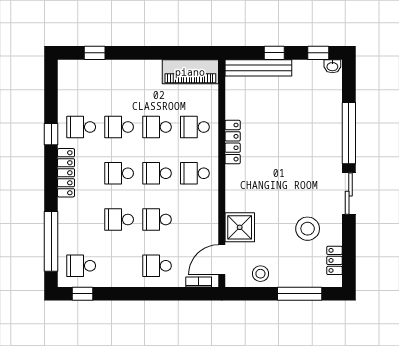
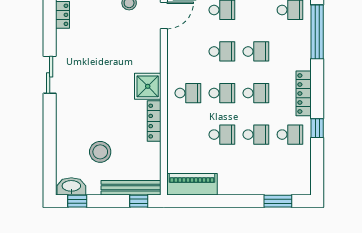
window: (95, 53) -> (278, 201), width x1.50
window: (274, 53) -> (139, 201), moved
washbasin: (332, 66) -> (71, 186), width x1.91, depth x1.45
school desk: (195, 127) -> (188, 135), removed
window: (349, 133) -> (50, 129), removed
shower: (240, 227) -> (148, 86), moved
stool: (308, 229) -> (100, 152), moved

